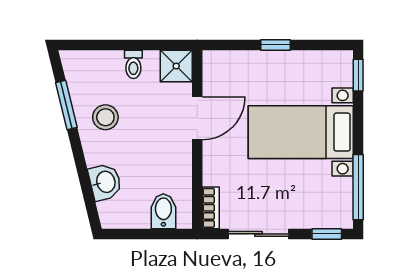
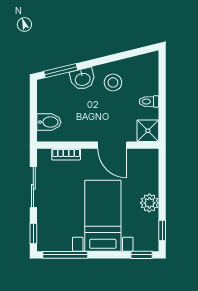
window: (276, 45) -> (162, 231), moved
plant: (282, 64) -> (149, 203), added
window: (66, 105) -> (61, 71), moved
washbasin: (105, 182) -> (83, 79), moved
bookcase: (211, 208) -> (66, 154), moved

